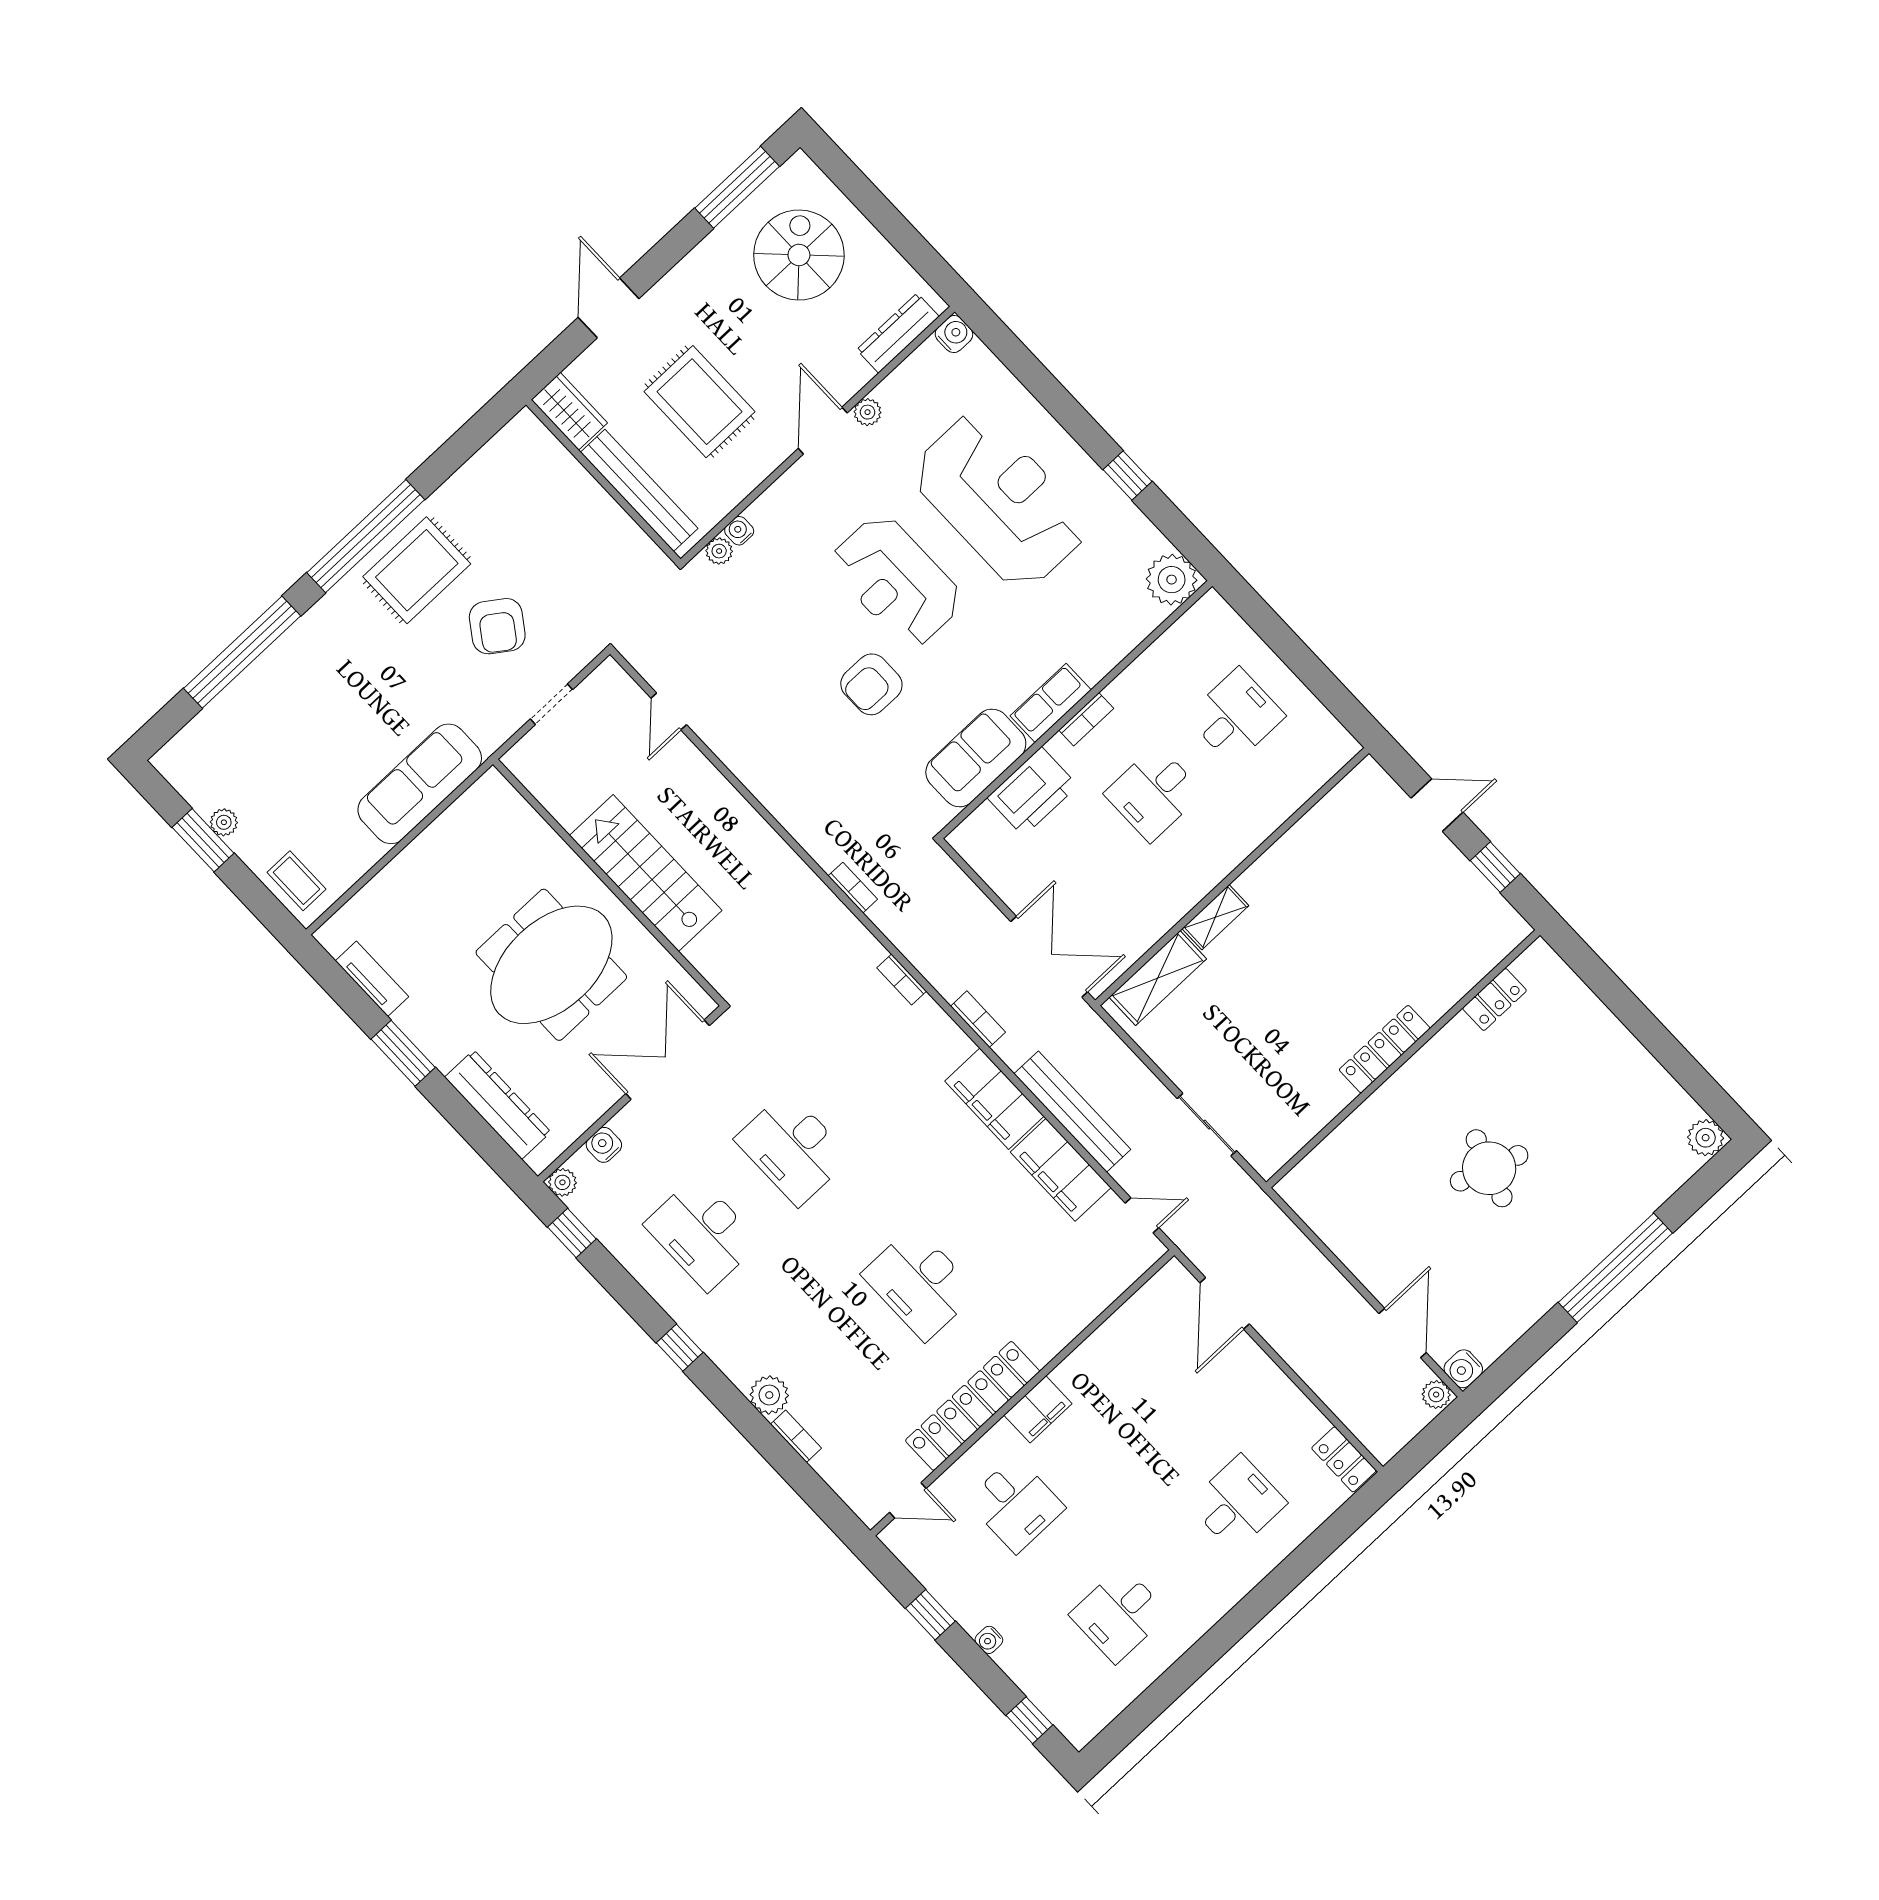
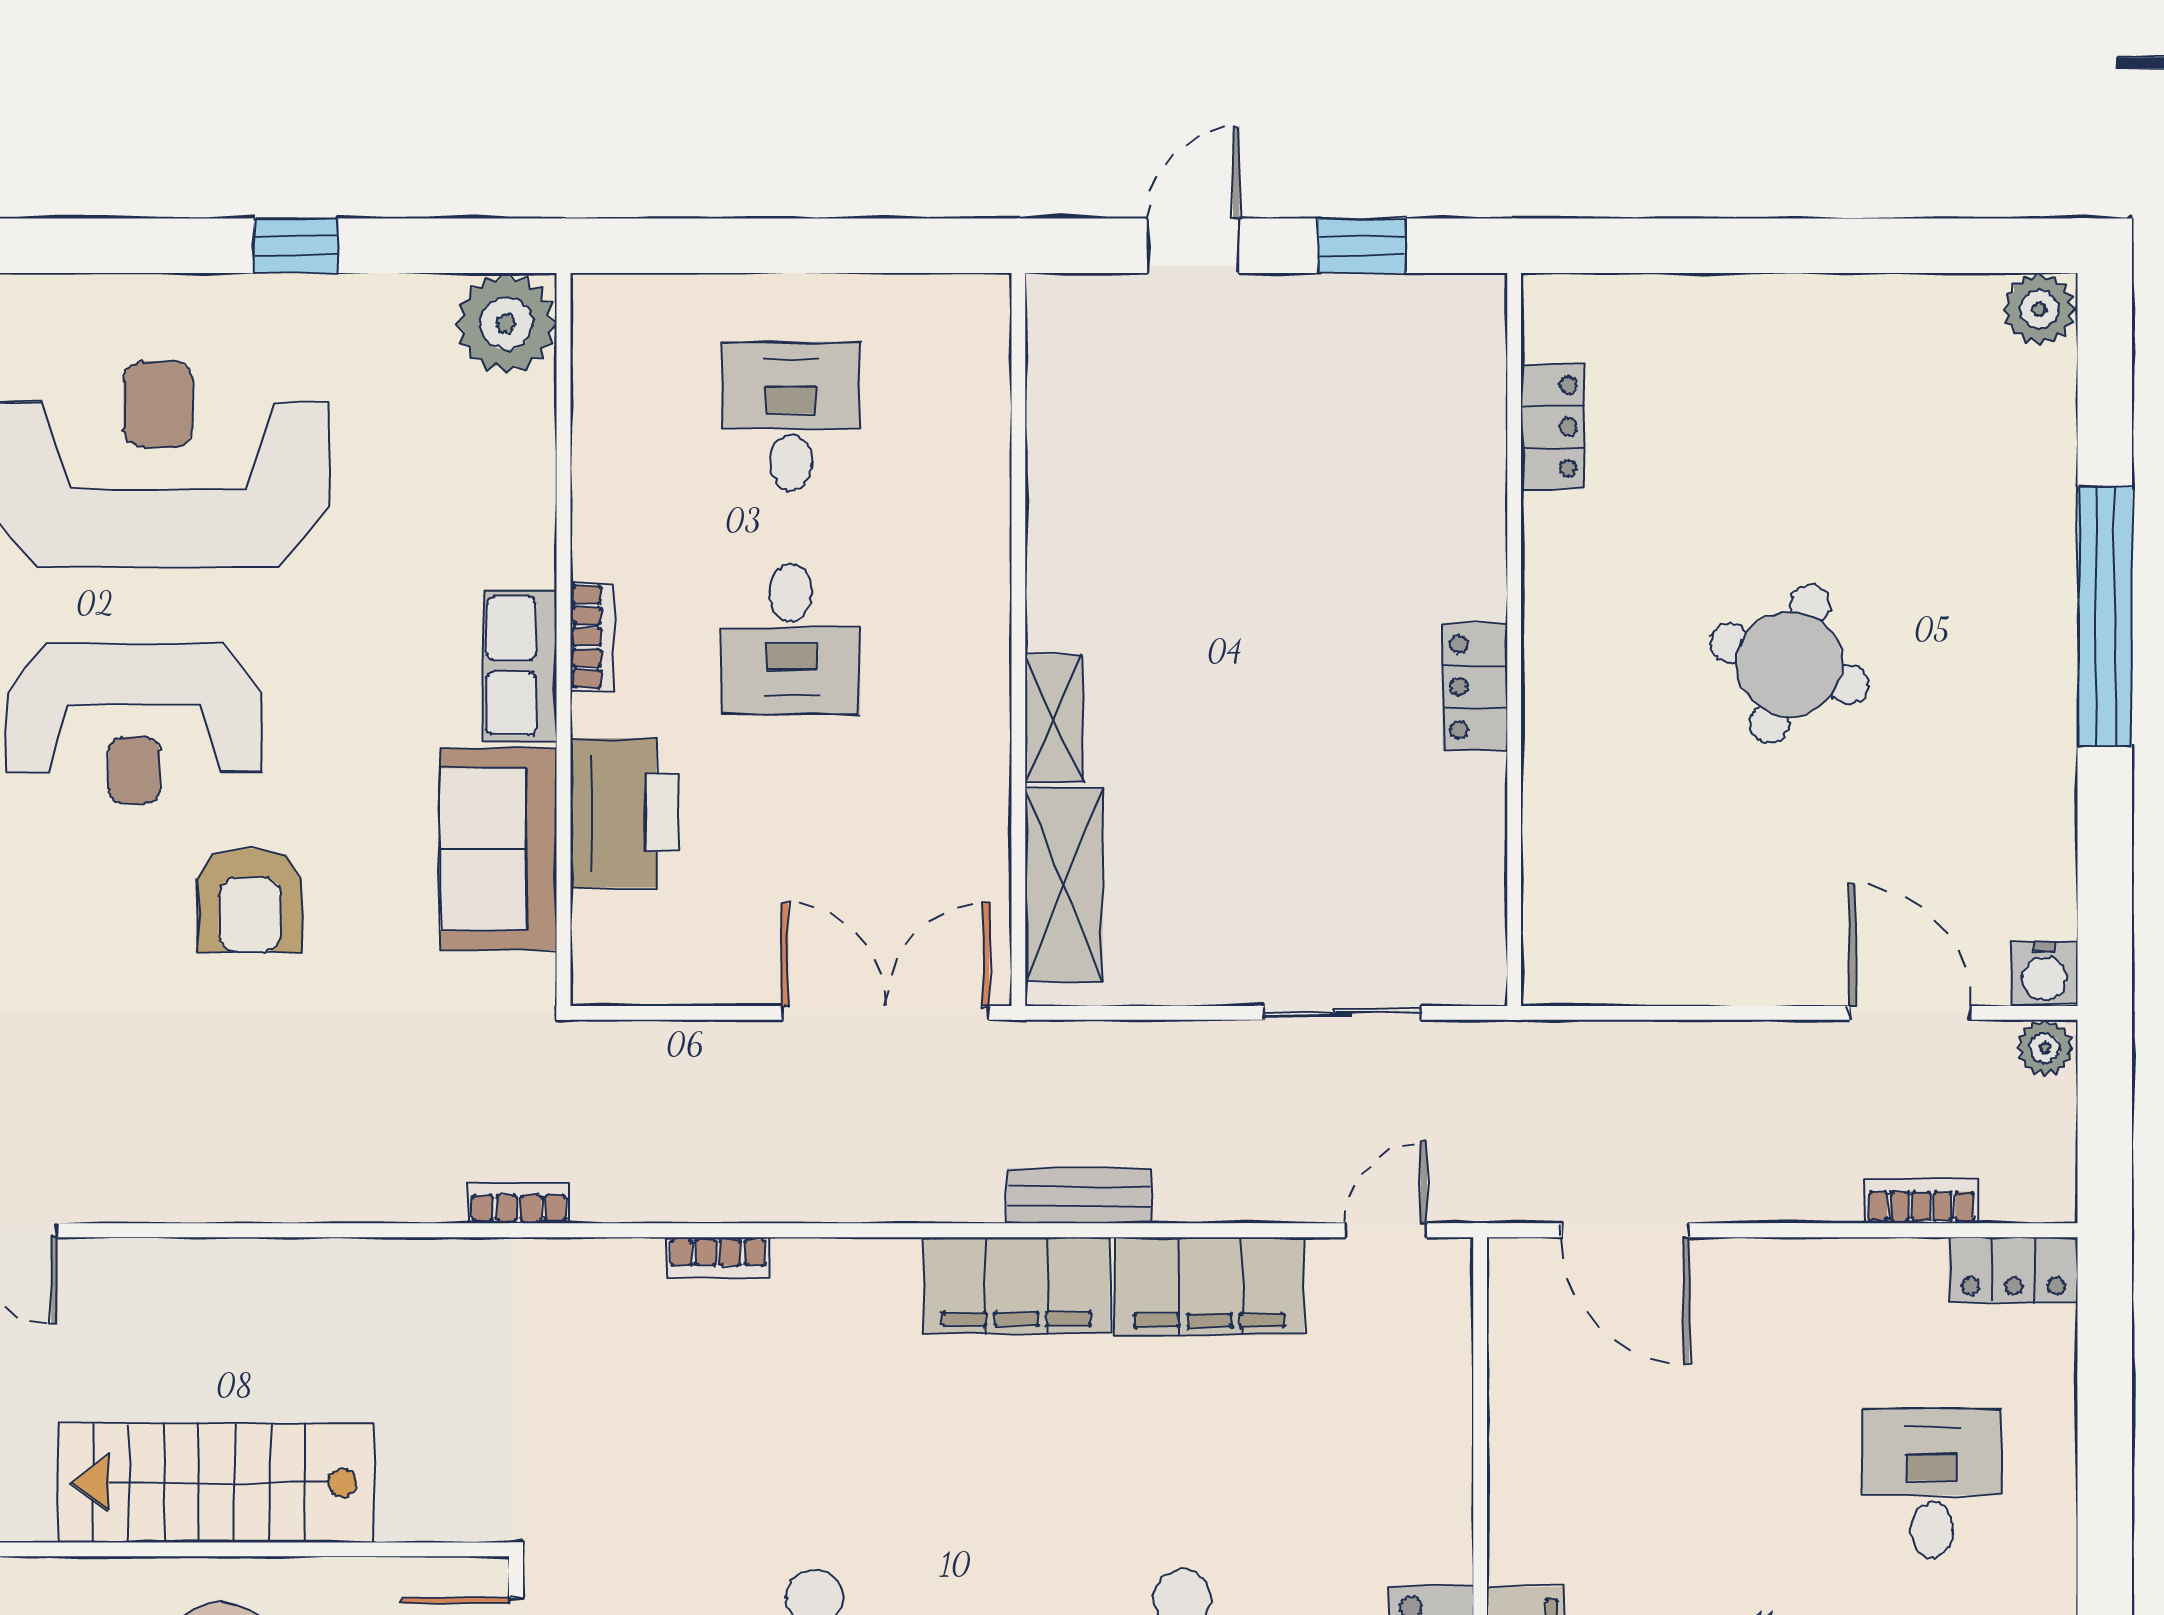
bookcase: (978, 1019) -> (1921, 1201), moved
locker: (1385, 1049) -> (1475, 687), width x0.66
bench: (1072, 1112) -> (1079, 1196), width x0.54, depth x0.82

